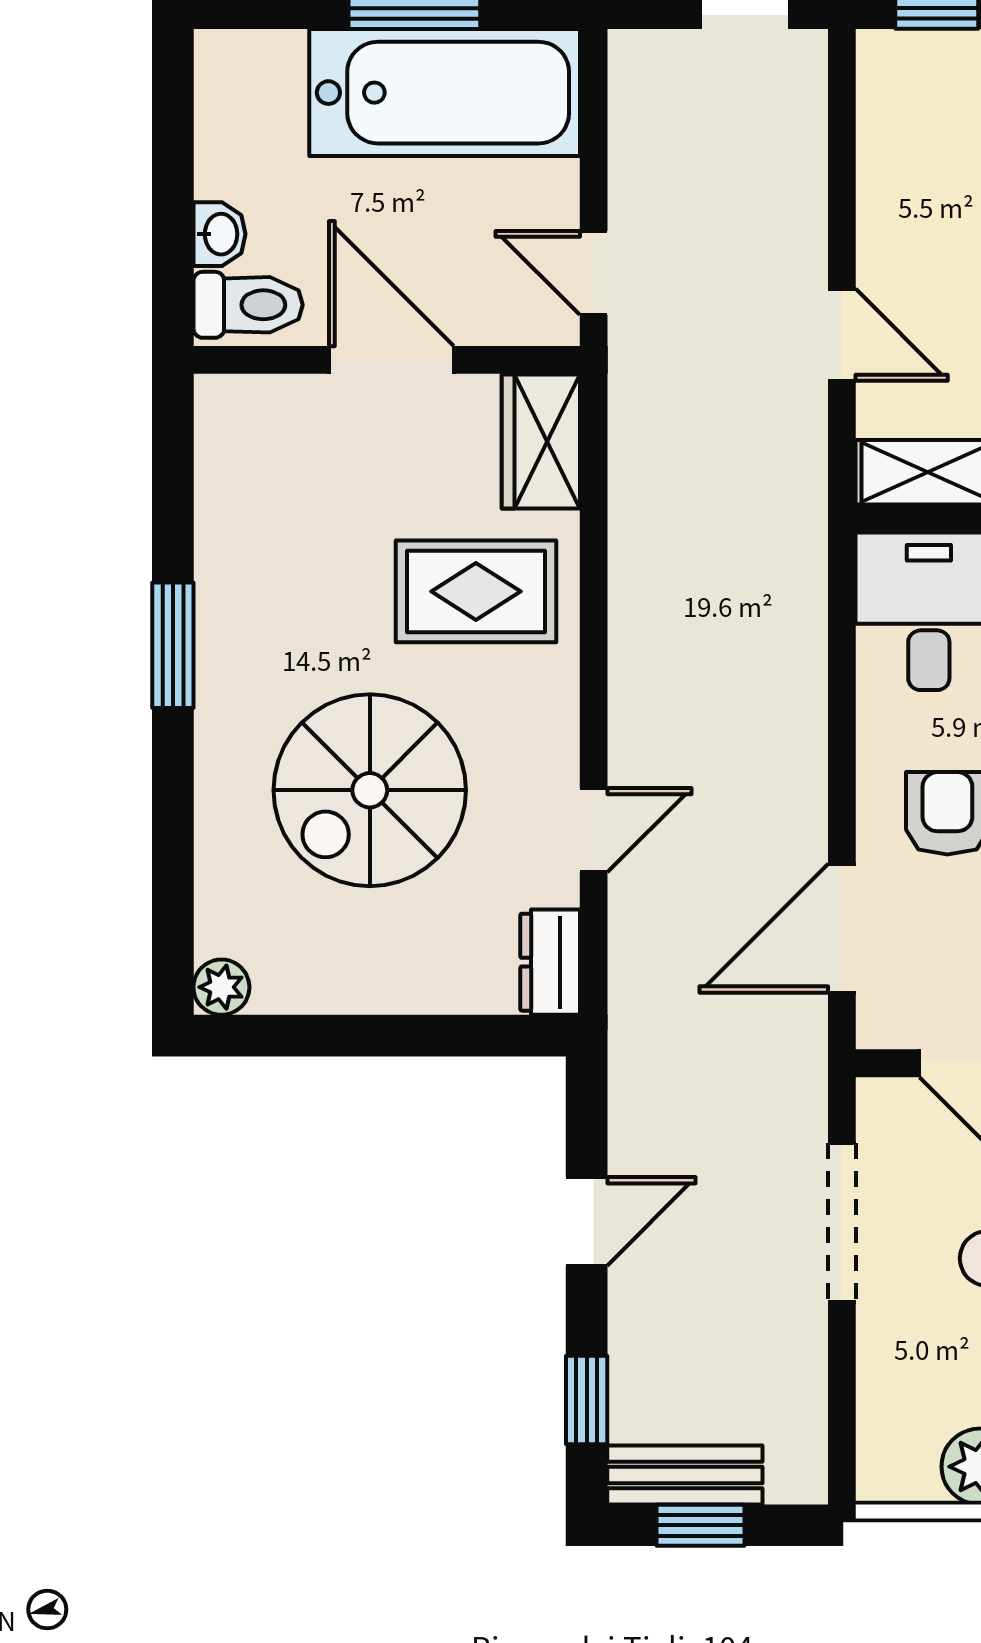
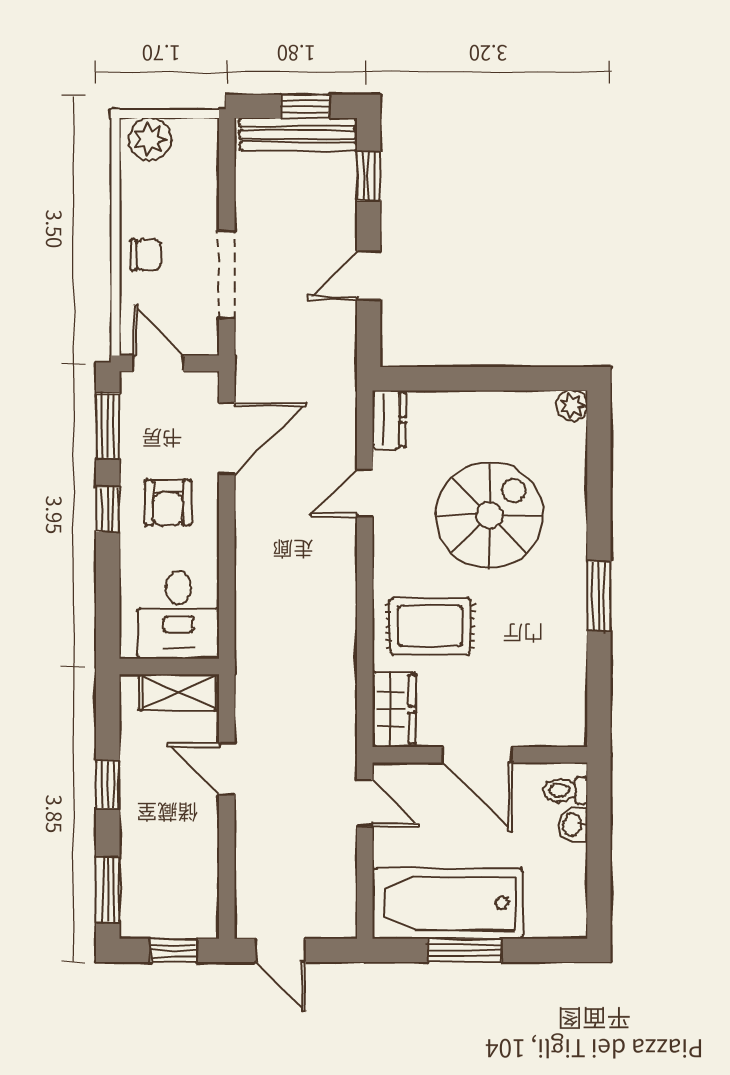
toilet: (248, 305) -> (565, 790), width x0.73, depth x0.72
bench: (685, 1475) -> (298, 134), width x1.36

